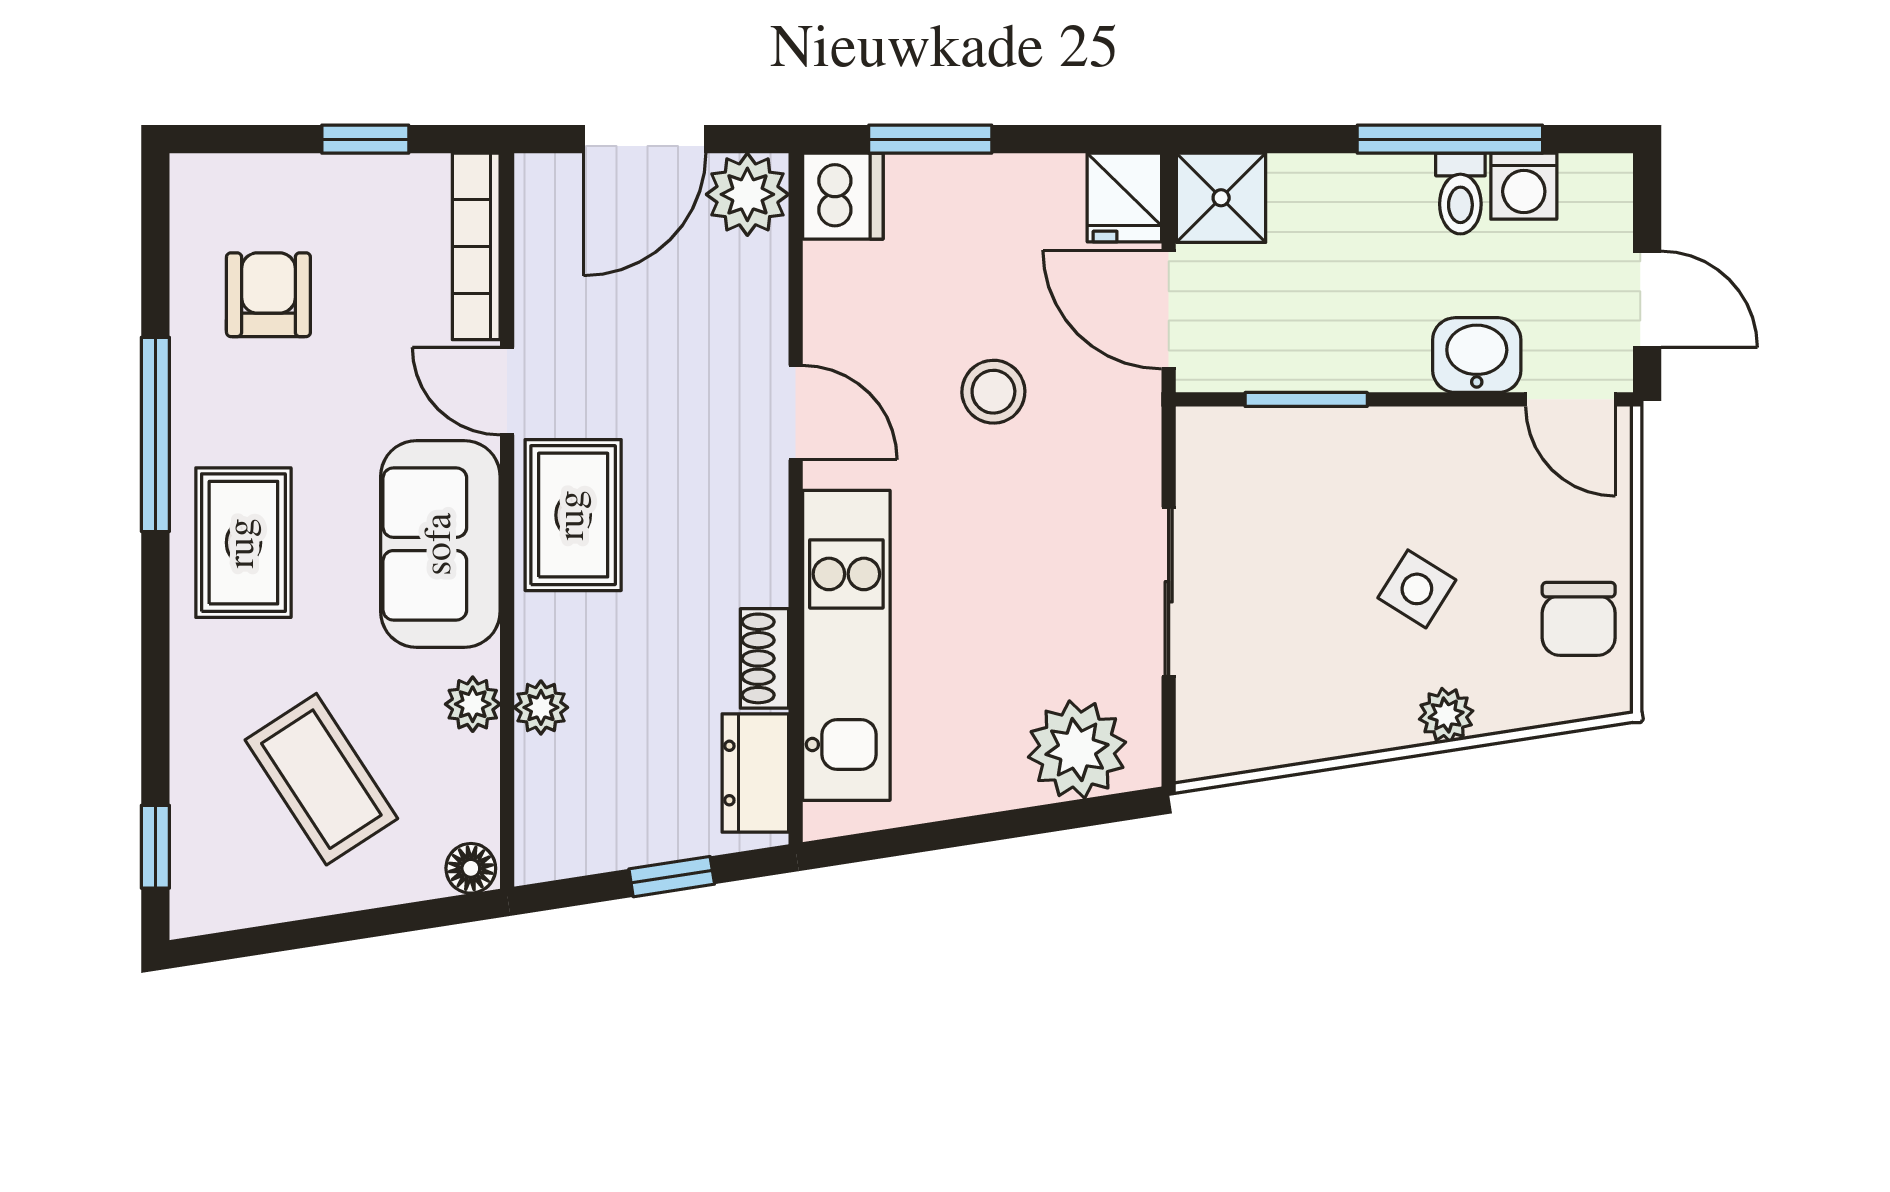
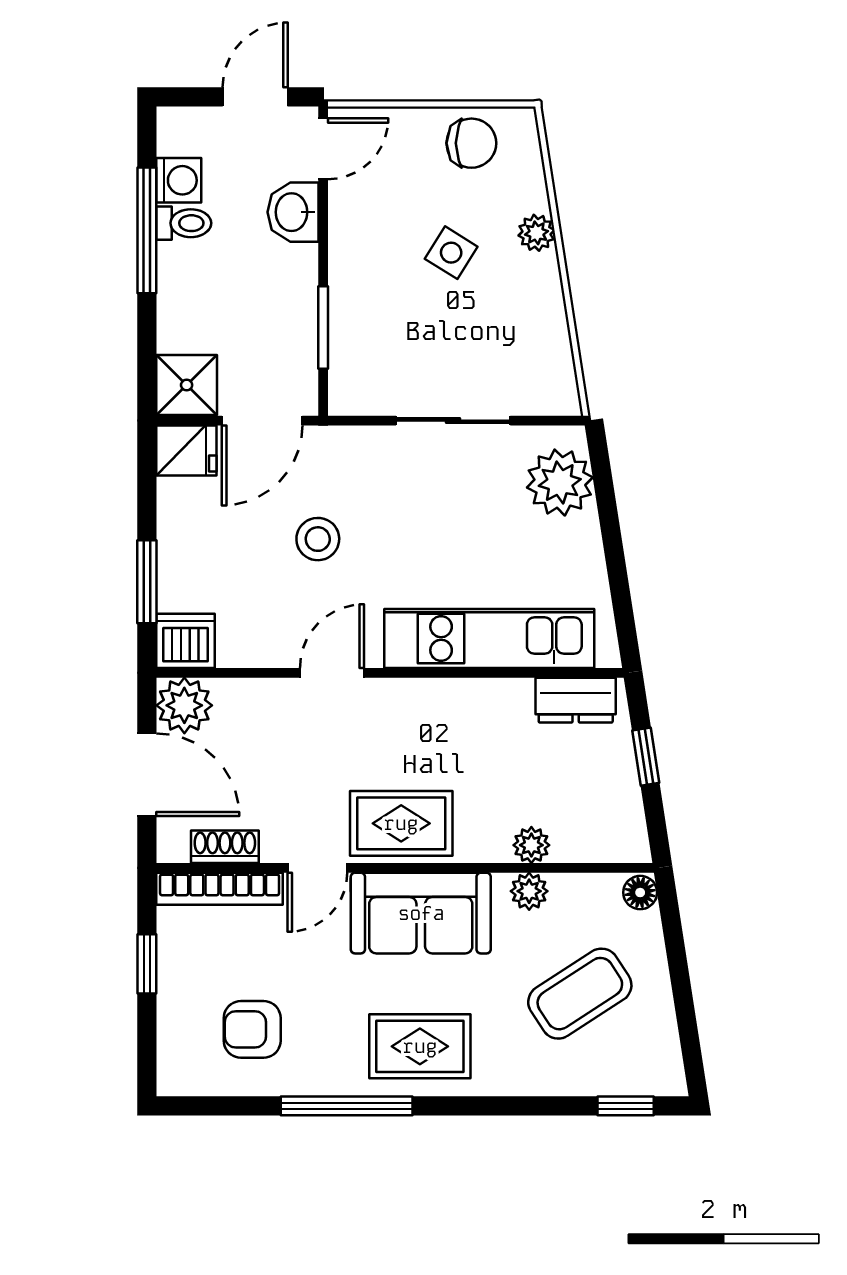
shoe rack: (764, 658) -> (225, 847), moved, turned 180

